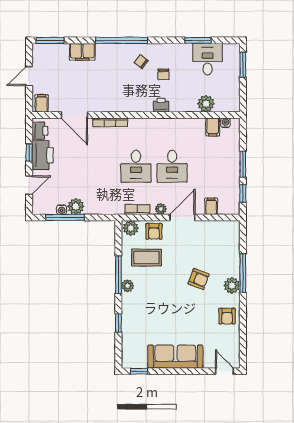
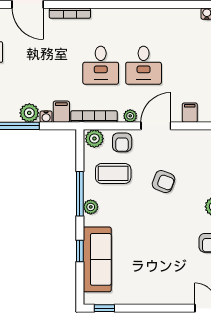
filing cabinet: (213, 127) -> (61, 112), moved, turned 180
water cooler: (62, 210) -> (46, 117), moved
bookcase: (137, 210) -> (94, 117), width x1.56
armchair: (199, 279) -> (163, 182), moved
sofa: (175, 357) -> (97, 259), moved, turned 90

